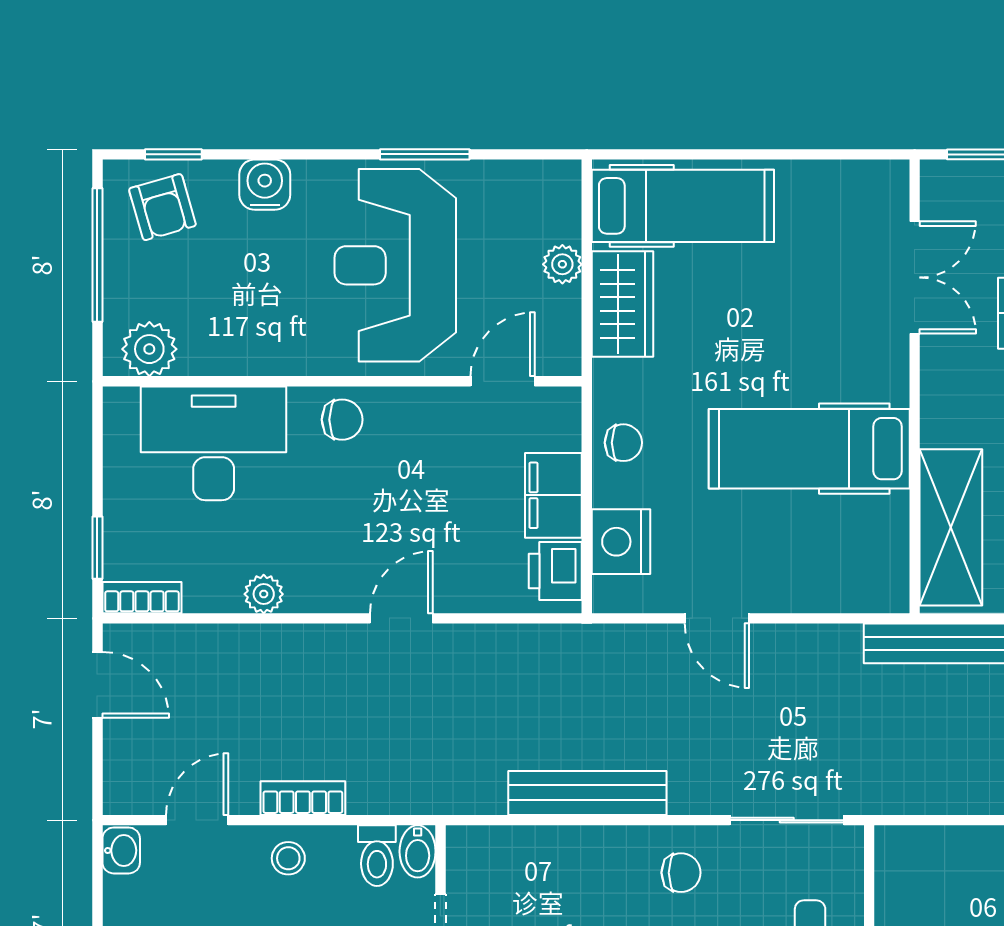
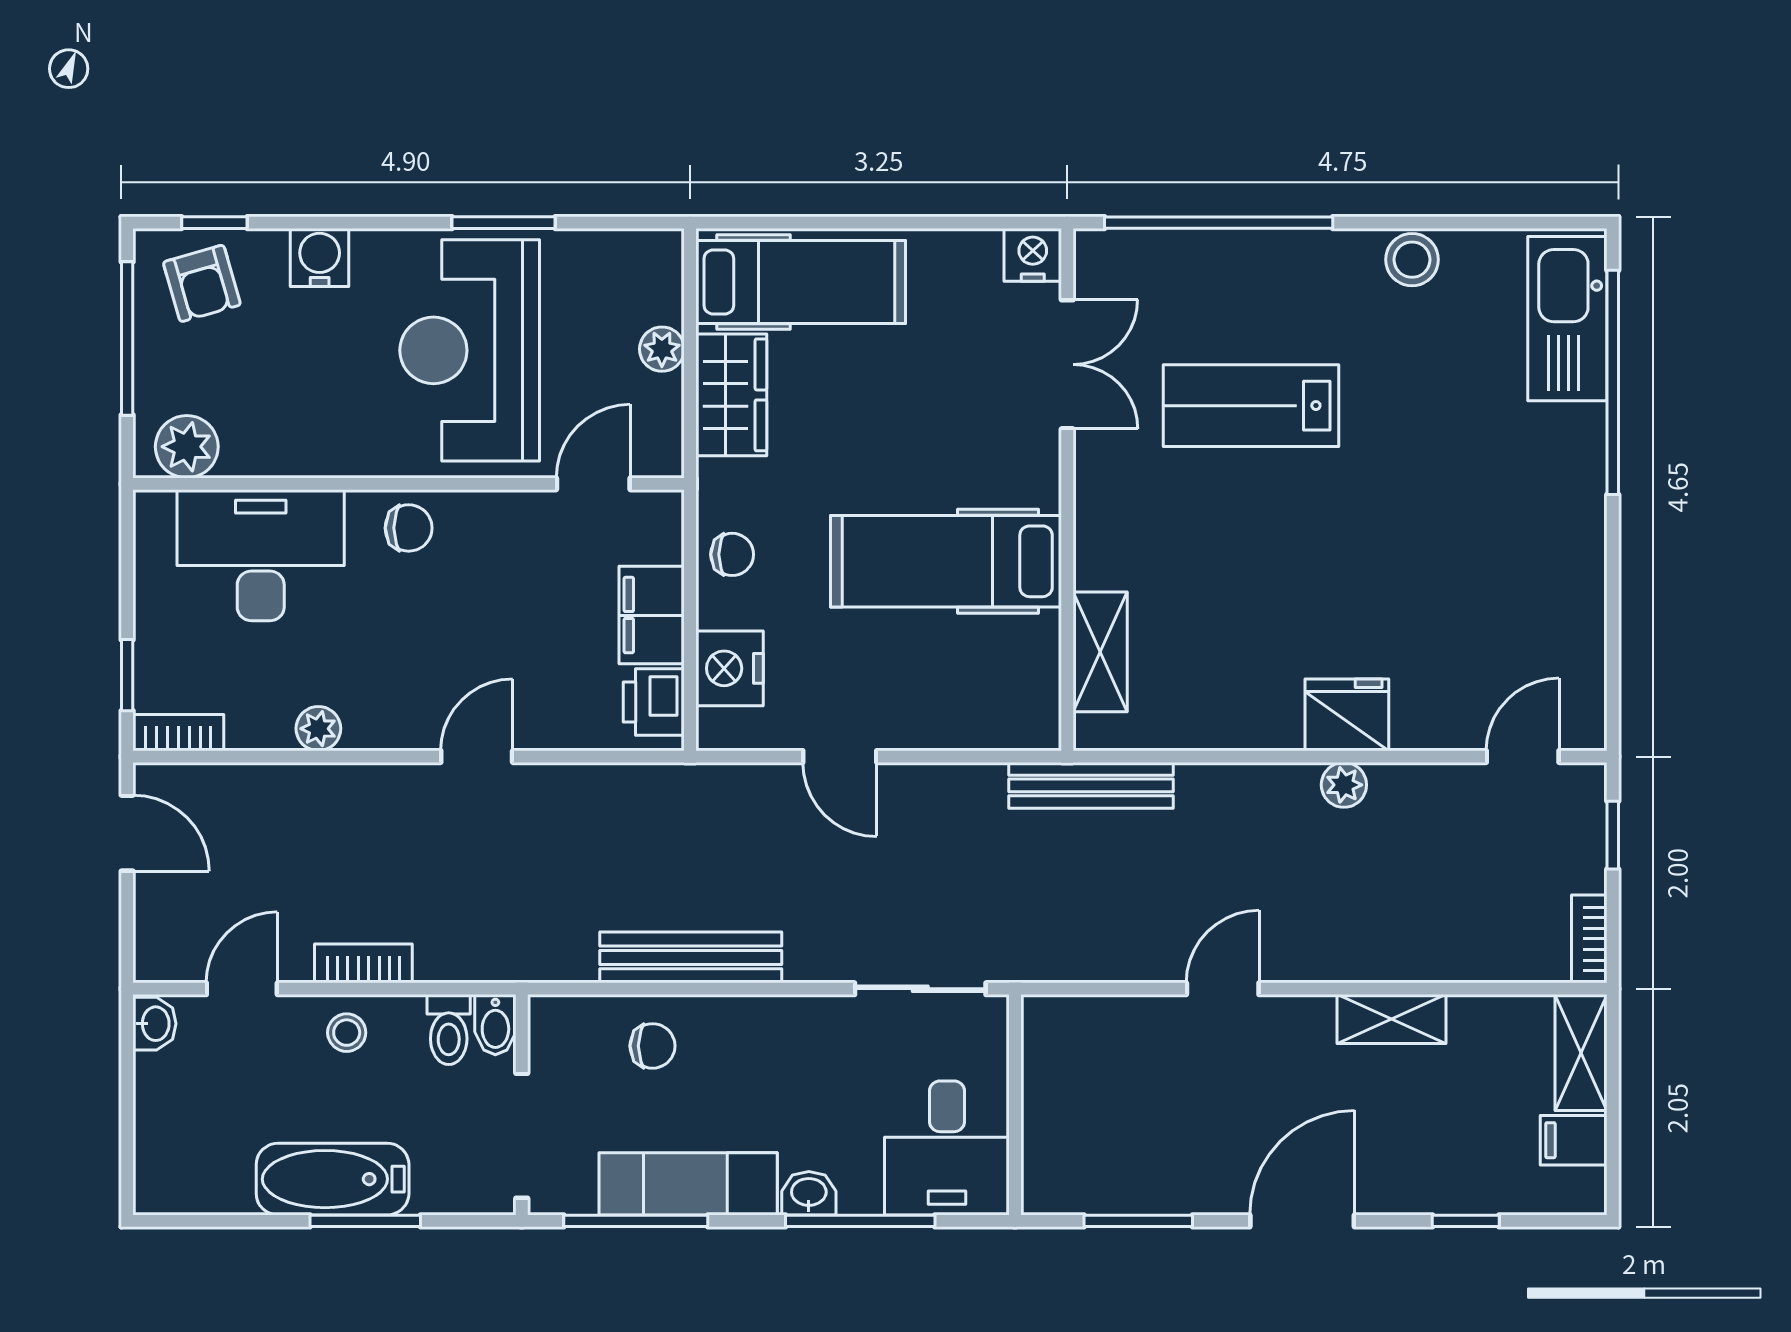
nightstand: (885, 182) -> (1033, 255), added
shelving: (951, 527) -> (1100, 652), width x0.67, depth x0.75
chair: (681, 873) -> (653, 1046), moved

